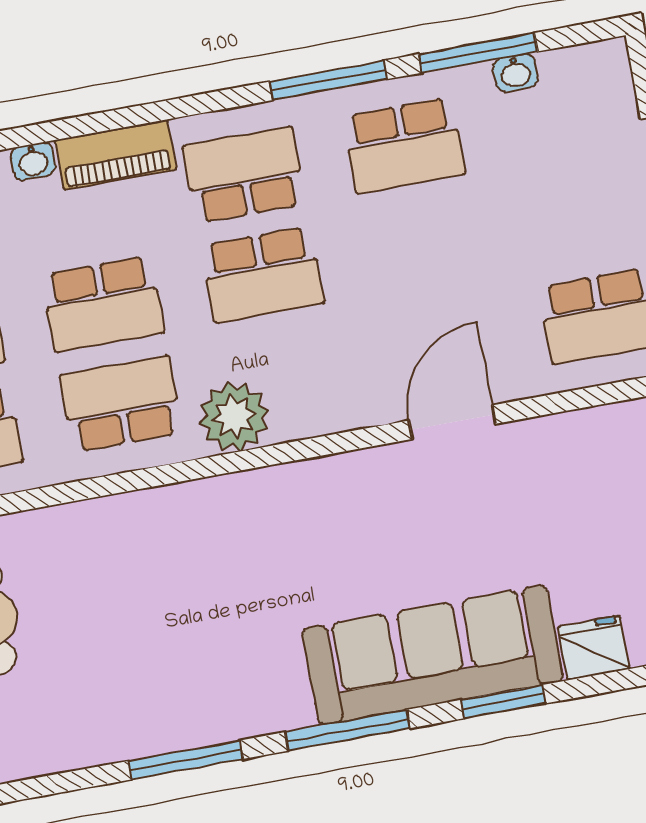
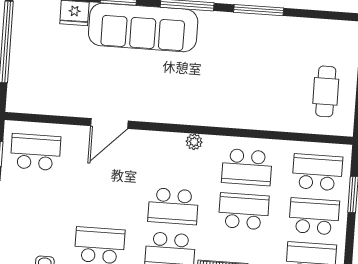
school desk: (263, 275) -> (173, 206), turned 180
plant: (234, 417) -> (194, 142), width x0.53, depth x0.53

